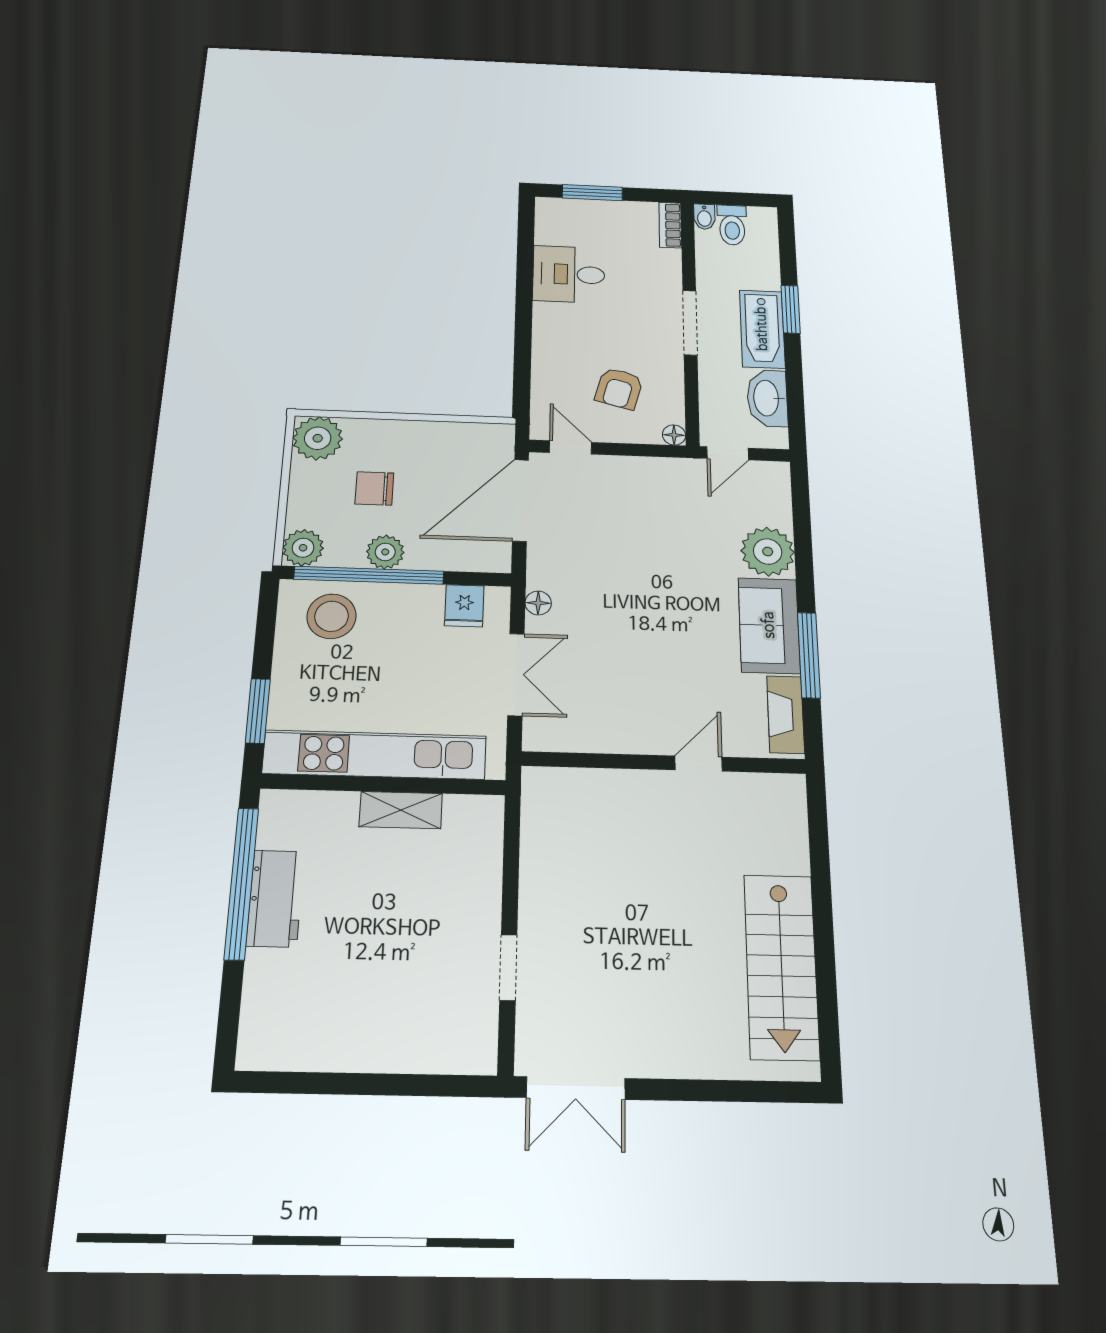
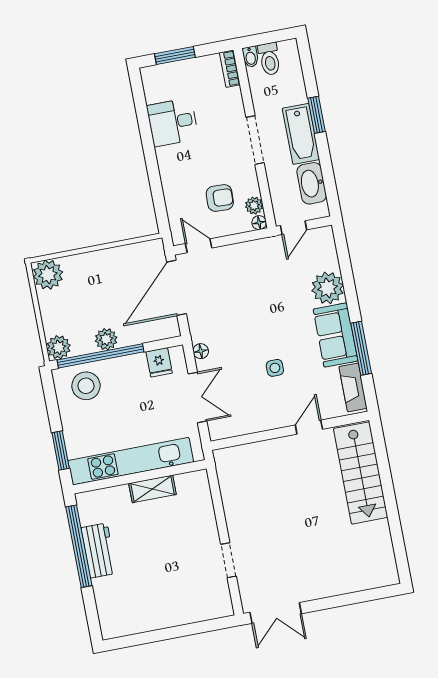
armchair: (619, 388) -> (220, 198), turned -103
plant: (671, 410) -> (254, 206), added
chair: (374, 488) -> (90, 300), removed
side table: (658, 655) -> (275, 368), added
stairs: (781, 966) -> (361, 473), moved

